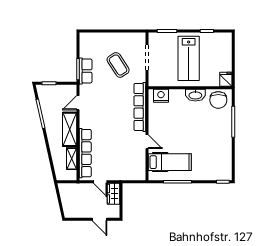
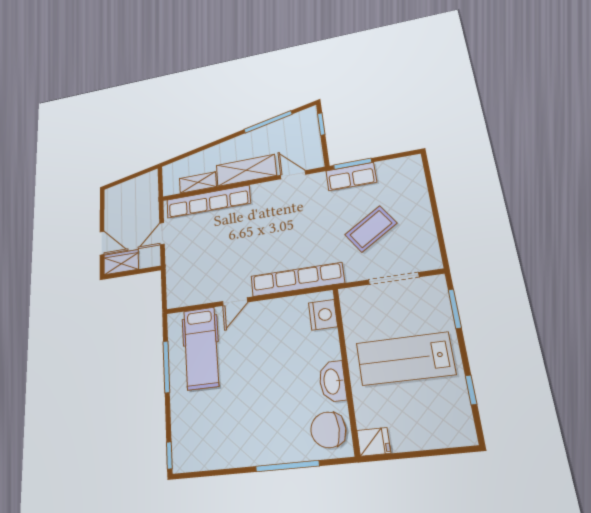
wardrobe: (113, 194) -> (121, 262), moved
door: (99, 219) -> (102, 243), swing flipped

